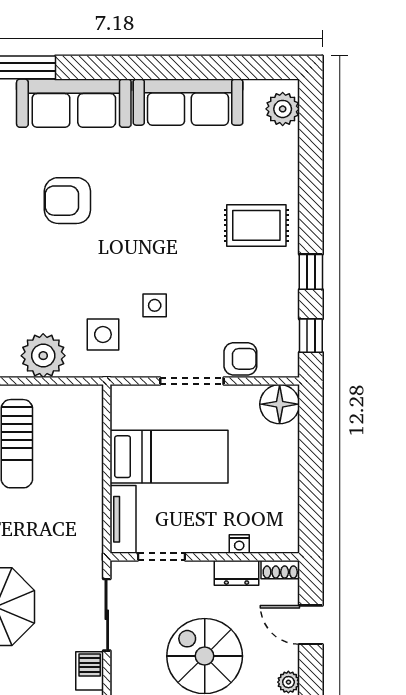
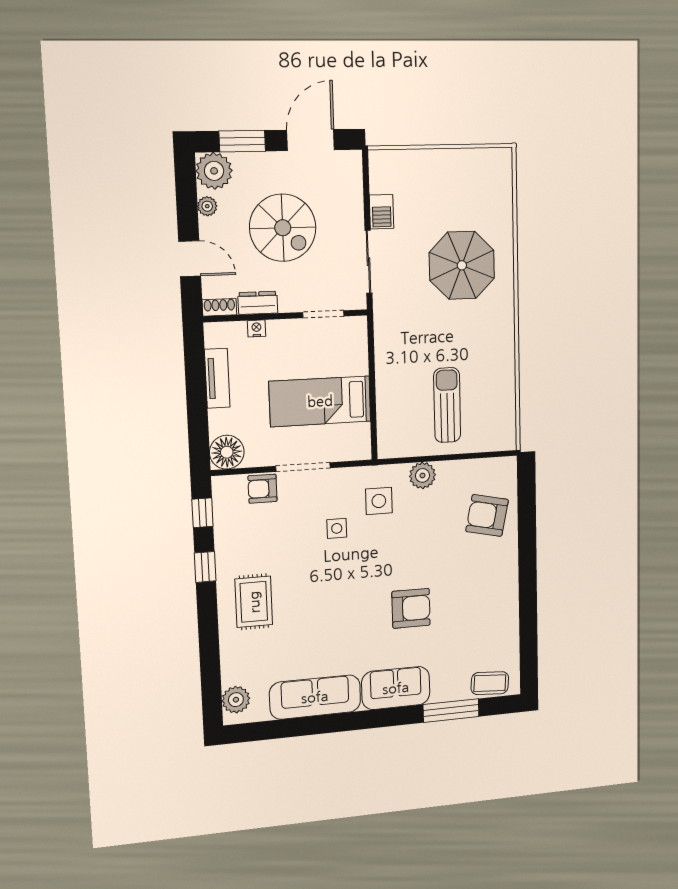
sofa: (74, 103) -> (396, 688), width x0.73
rug: (256, 225) -> (254, 602), turned 90
plant: (43, 356) -> (422, 475), width x0.73, depth x0.73
tv unit: (123, 519) -> (217, 378), moved, turned 180

